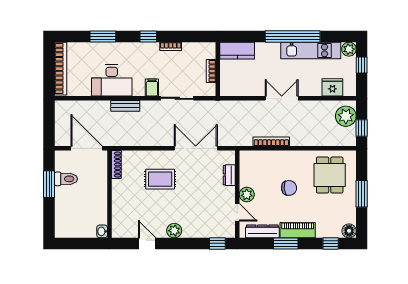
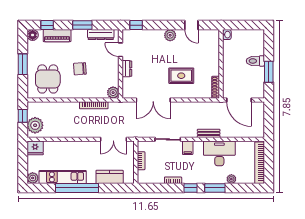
window: (103, 36) -> (215, 188), moved
plant: (96, 48) -> (231, 179), added
kitchen counter: (237, 51) -> (110, 177), moved
window: (362, 65) -> (23, 166), removed
fridge: (332, 87) -> (35, 148), moved
double door: (282, 98) -> (113, 139), moved
dresser: (229, 175) -> (127, 69), moved
toilet: (66, 179) -> (255, 61), moved
plant: (247, 195) -> (113, 93), moved
piano: (298, 230) -> (57, 36), moved

